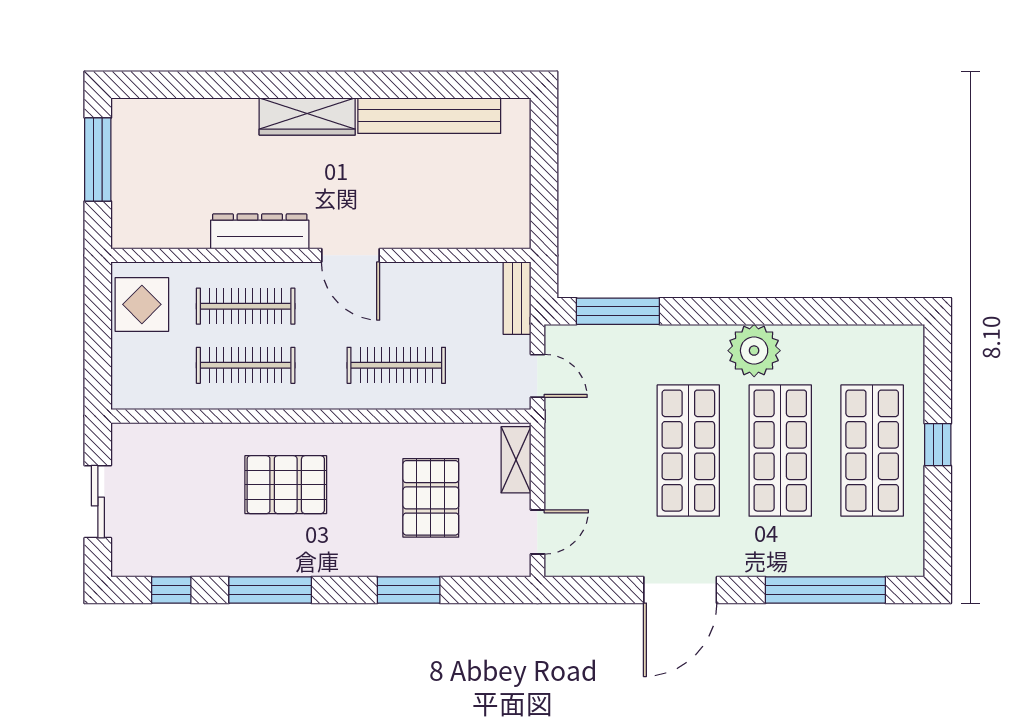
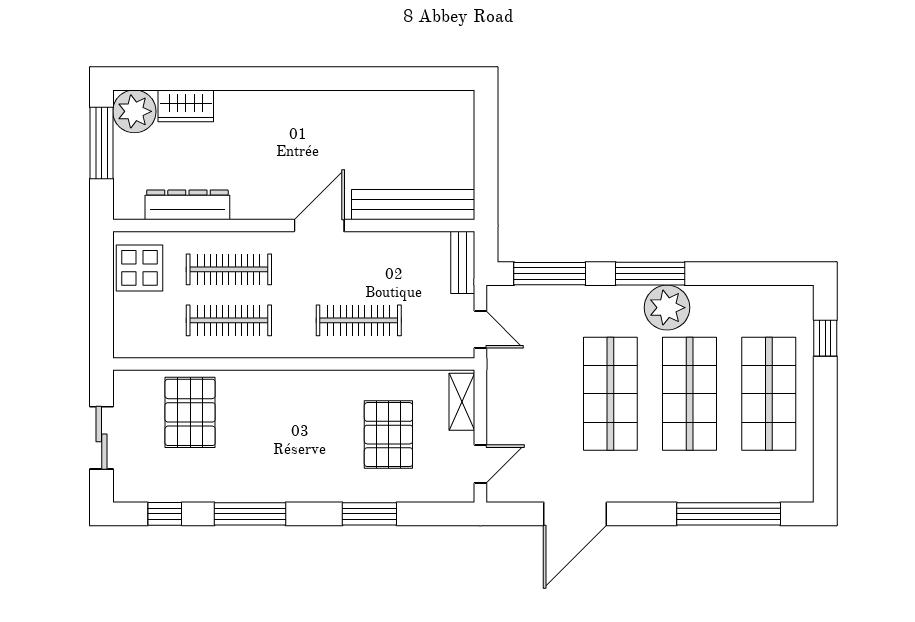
wardrobe: (307, 116) -> (186, 106), moved, width x0.67
bench: (429, 116) -> (413, 205), moved
plant: (136, 123) -> (134, 111), added
dresser: (260, 231) -> (187, 205), moved
door: (350, 255) -> (319, 226), swing flipped
window: (734, 311) -> (650, 274), added
window: (938, 445) -> (825, 338), moved
pallet: (286, 485) -> (190, 412), moved, turned 90
door: (680, 590) -> (575, 514), moved

